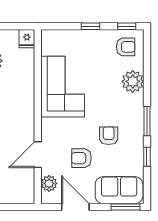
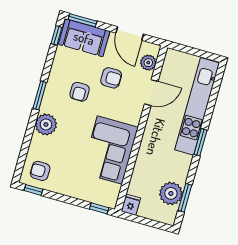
window: (91, 26) -> (99, 208), moved
plant: (133, 81) -> (46, 124), moved
window: (147, 157) -> (57, 35), moved

